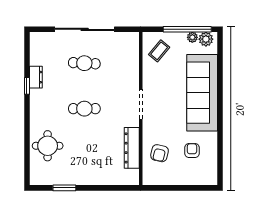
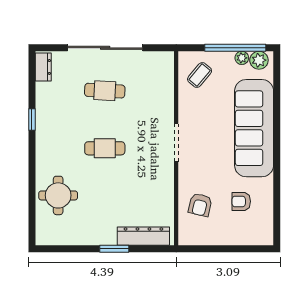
dresser: (36, 77) -> (43, 67), moved
dresser: (132, 148) -> (143, 236), moved, turned 90
armchair: (192, 151) -> (241, 201), turned -90
window: (64, 188) -> (114, 249), moved

